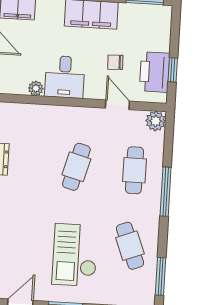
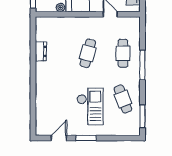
plant: (156, 121) -> (134, 23), removed
checkout: (75, 255) -> (90, 107), turned 180

